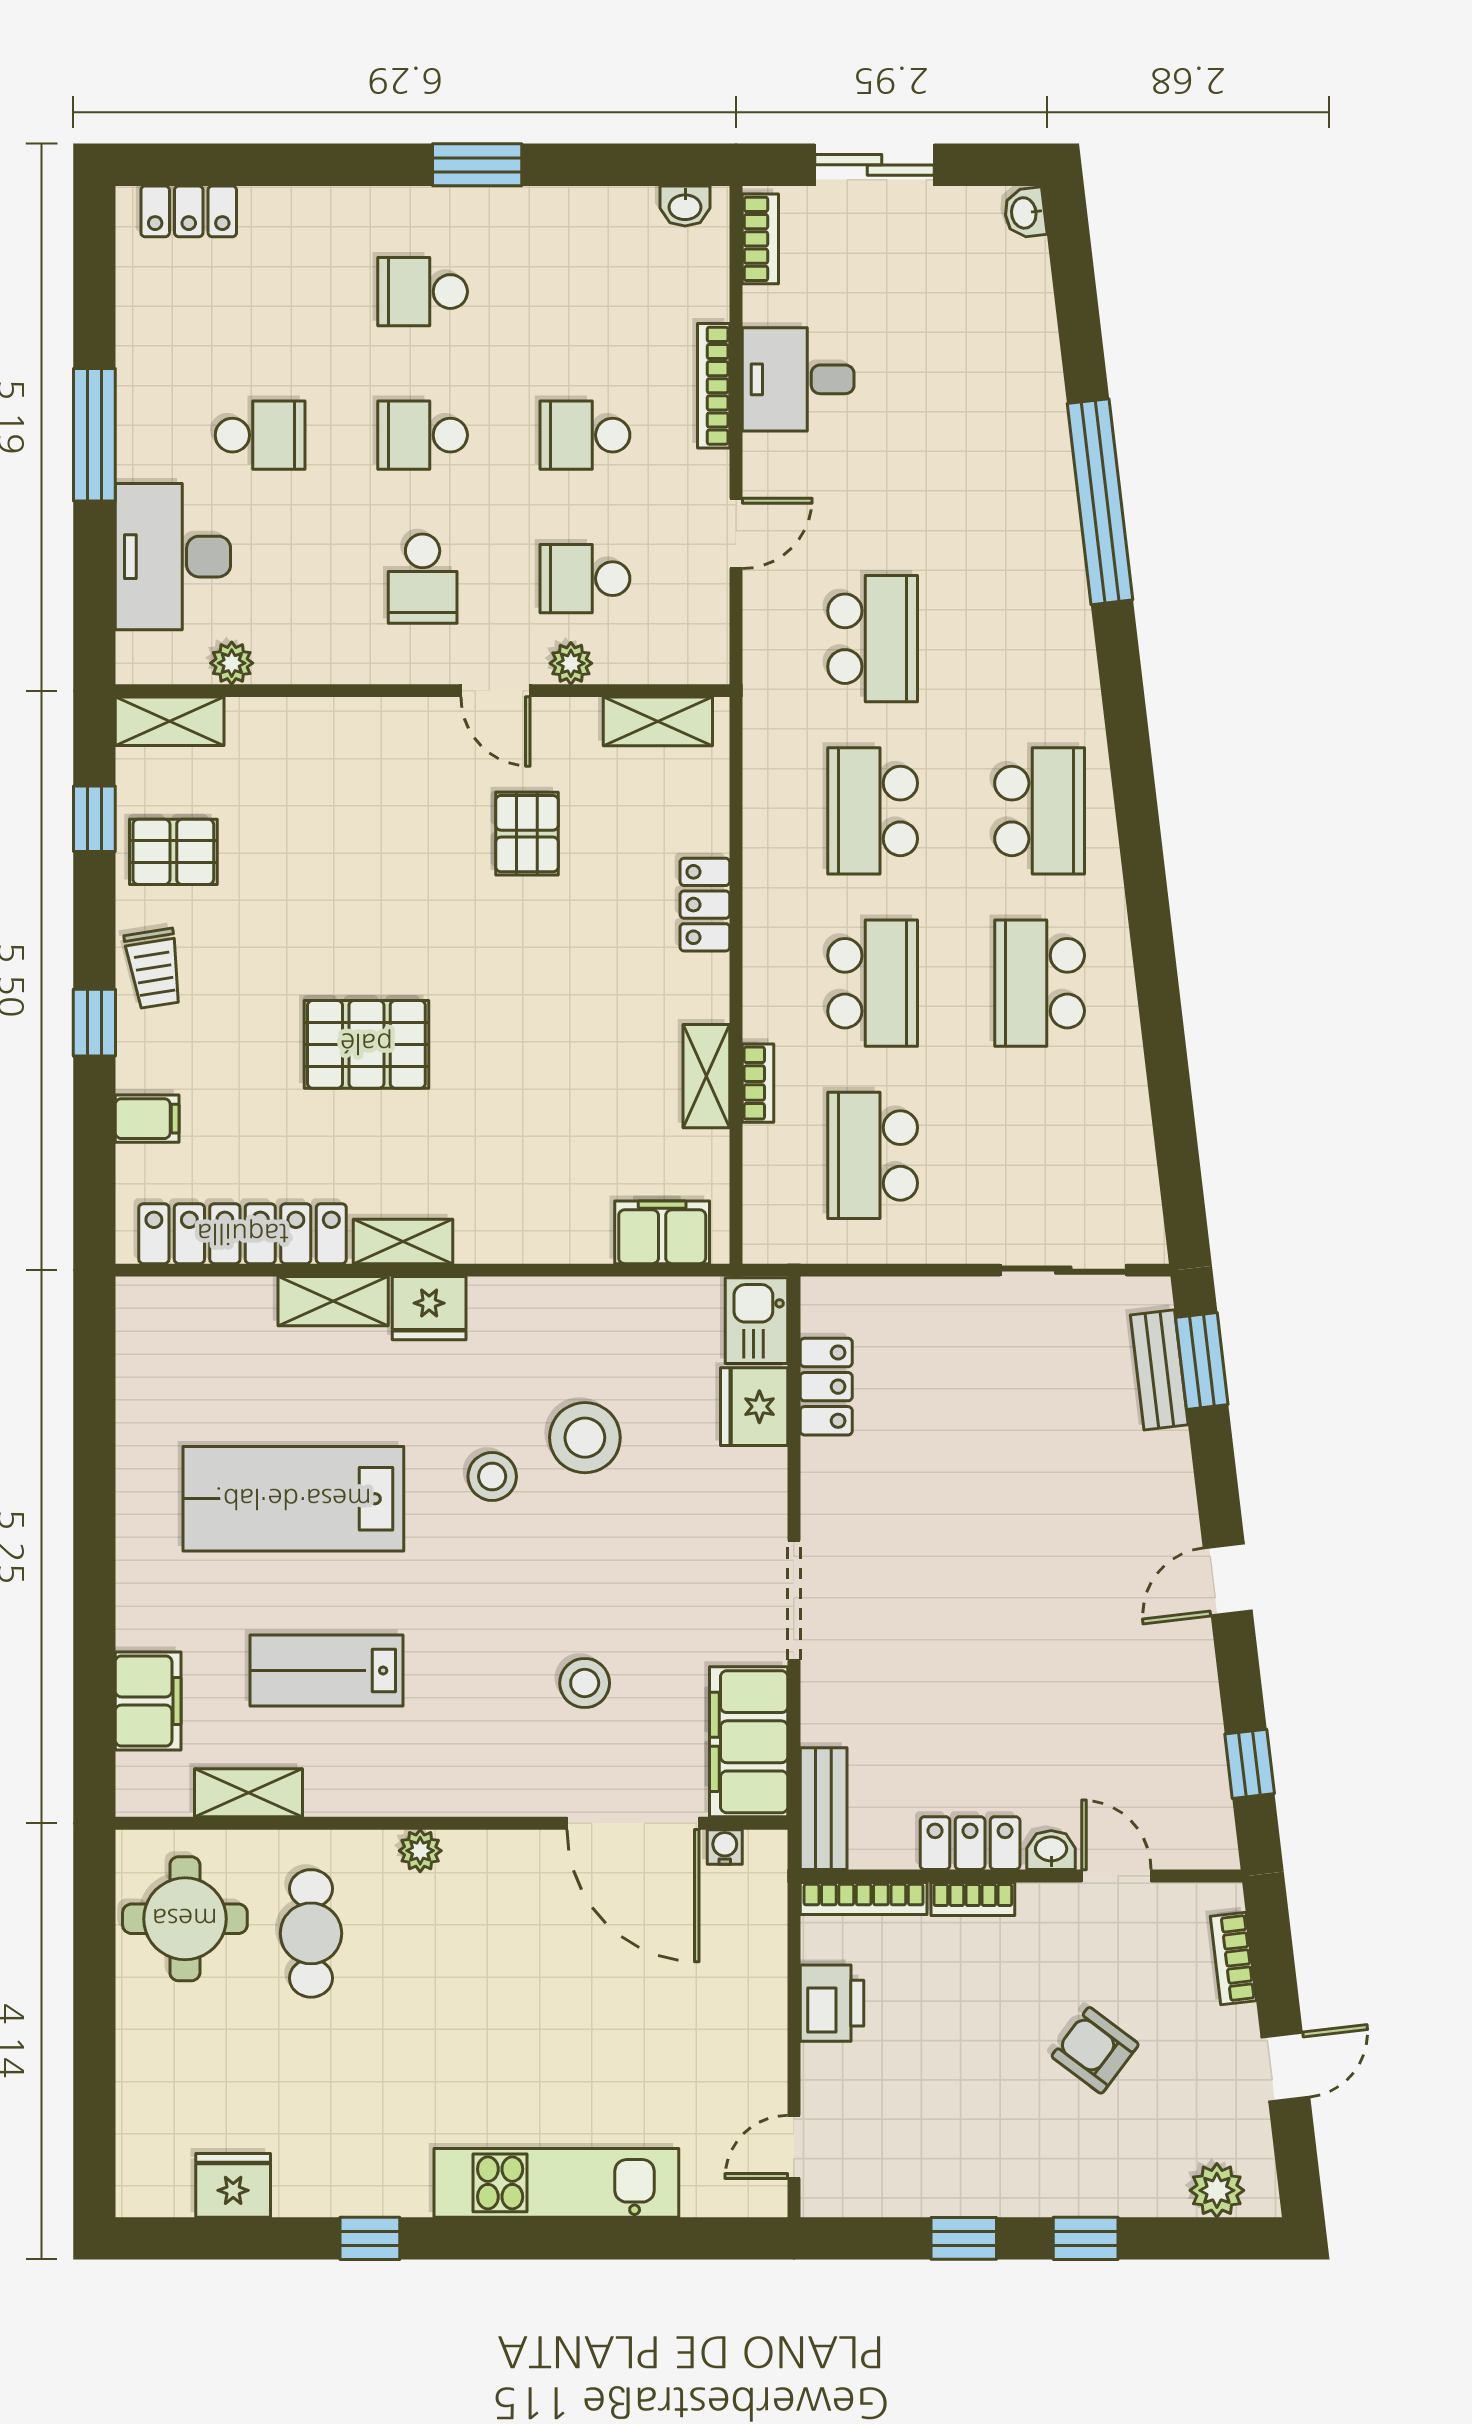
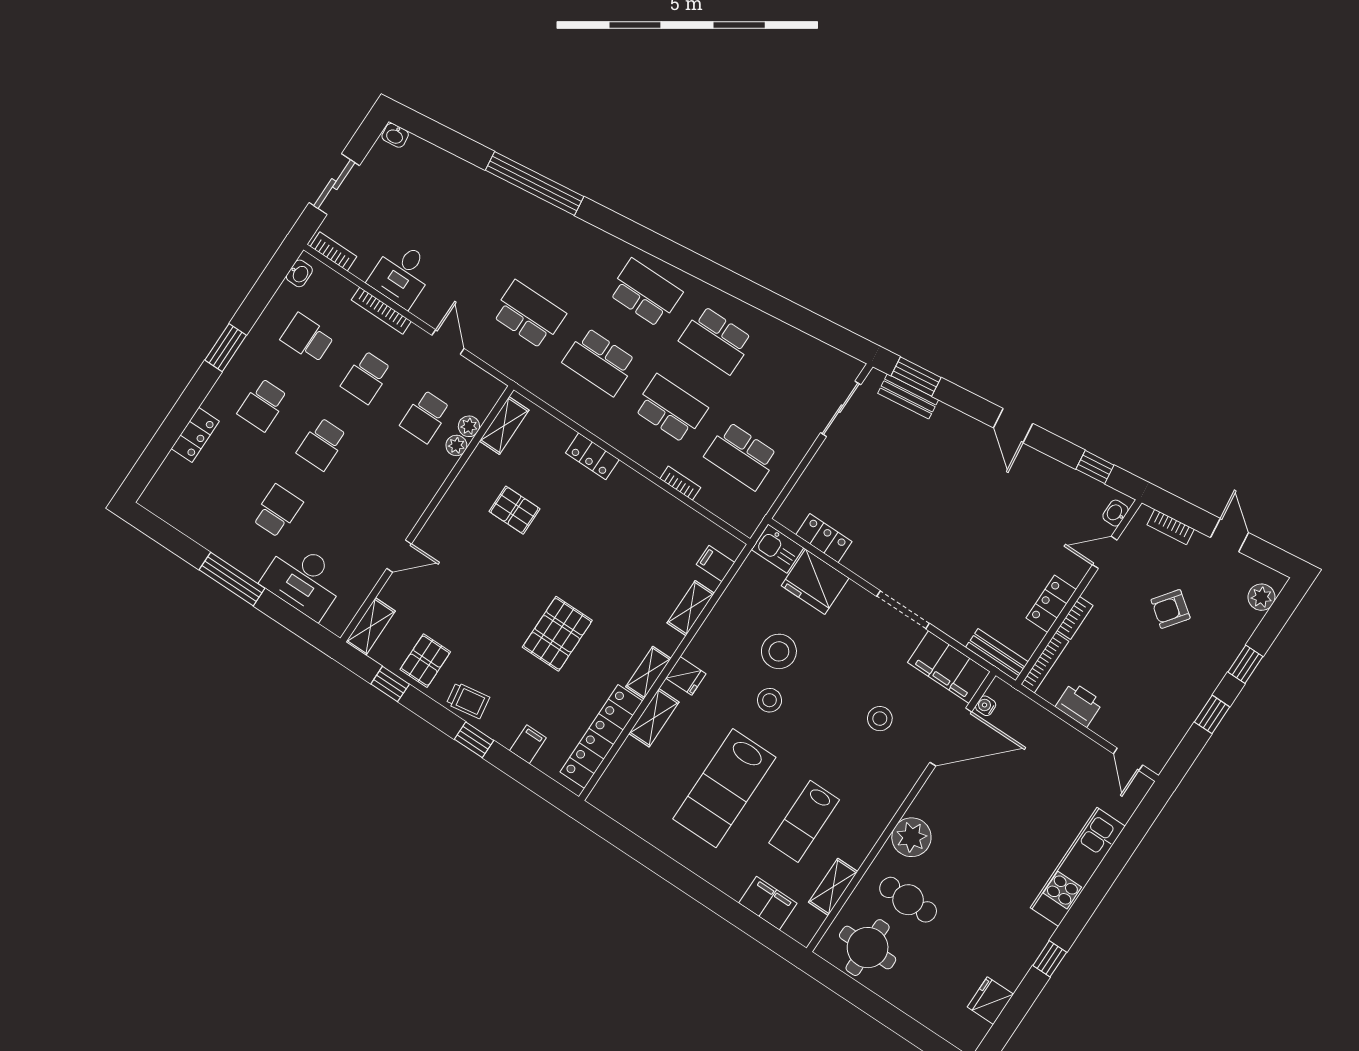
locker: (189, 211) -> (195, 435), moved
school desk: (423, 579) -> (307, 338), moved, turned 180
plant: (232, 663) -> (469, 426), moved
door: (495, 691) -> (399, 556), moved
shelving: (706, 1076) -> (691, 608), moved, turned 90
filing cabinet: (662, 1232) -> (716, 563), width x0.50
fridge: (429, 1308) -> (686, 676), width x0.72
fridge: (754, 1407) -> (815, 582), width x1.36, depth x1.34
washbasin: (1051, 1850) -> (1115, 513), moved
plant: (420, 1851) -> (911, 837), width x1.88, depth x1.88

